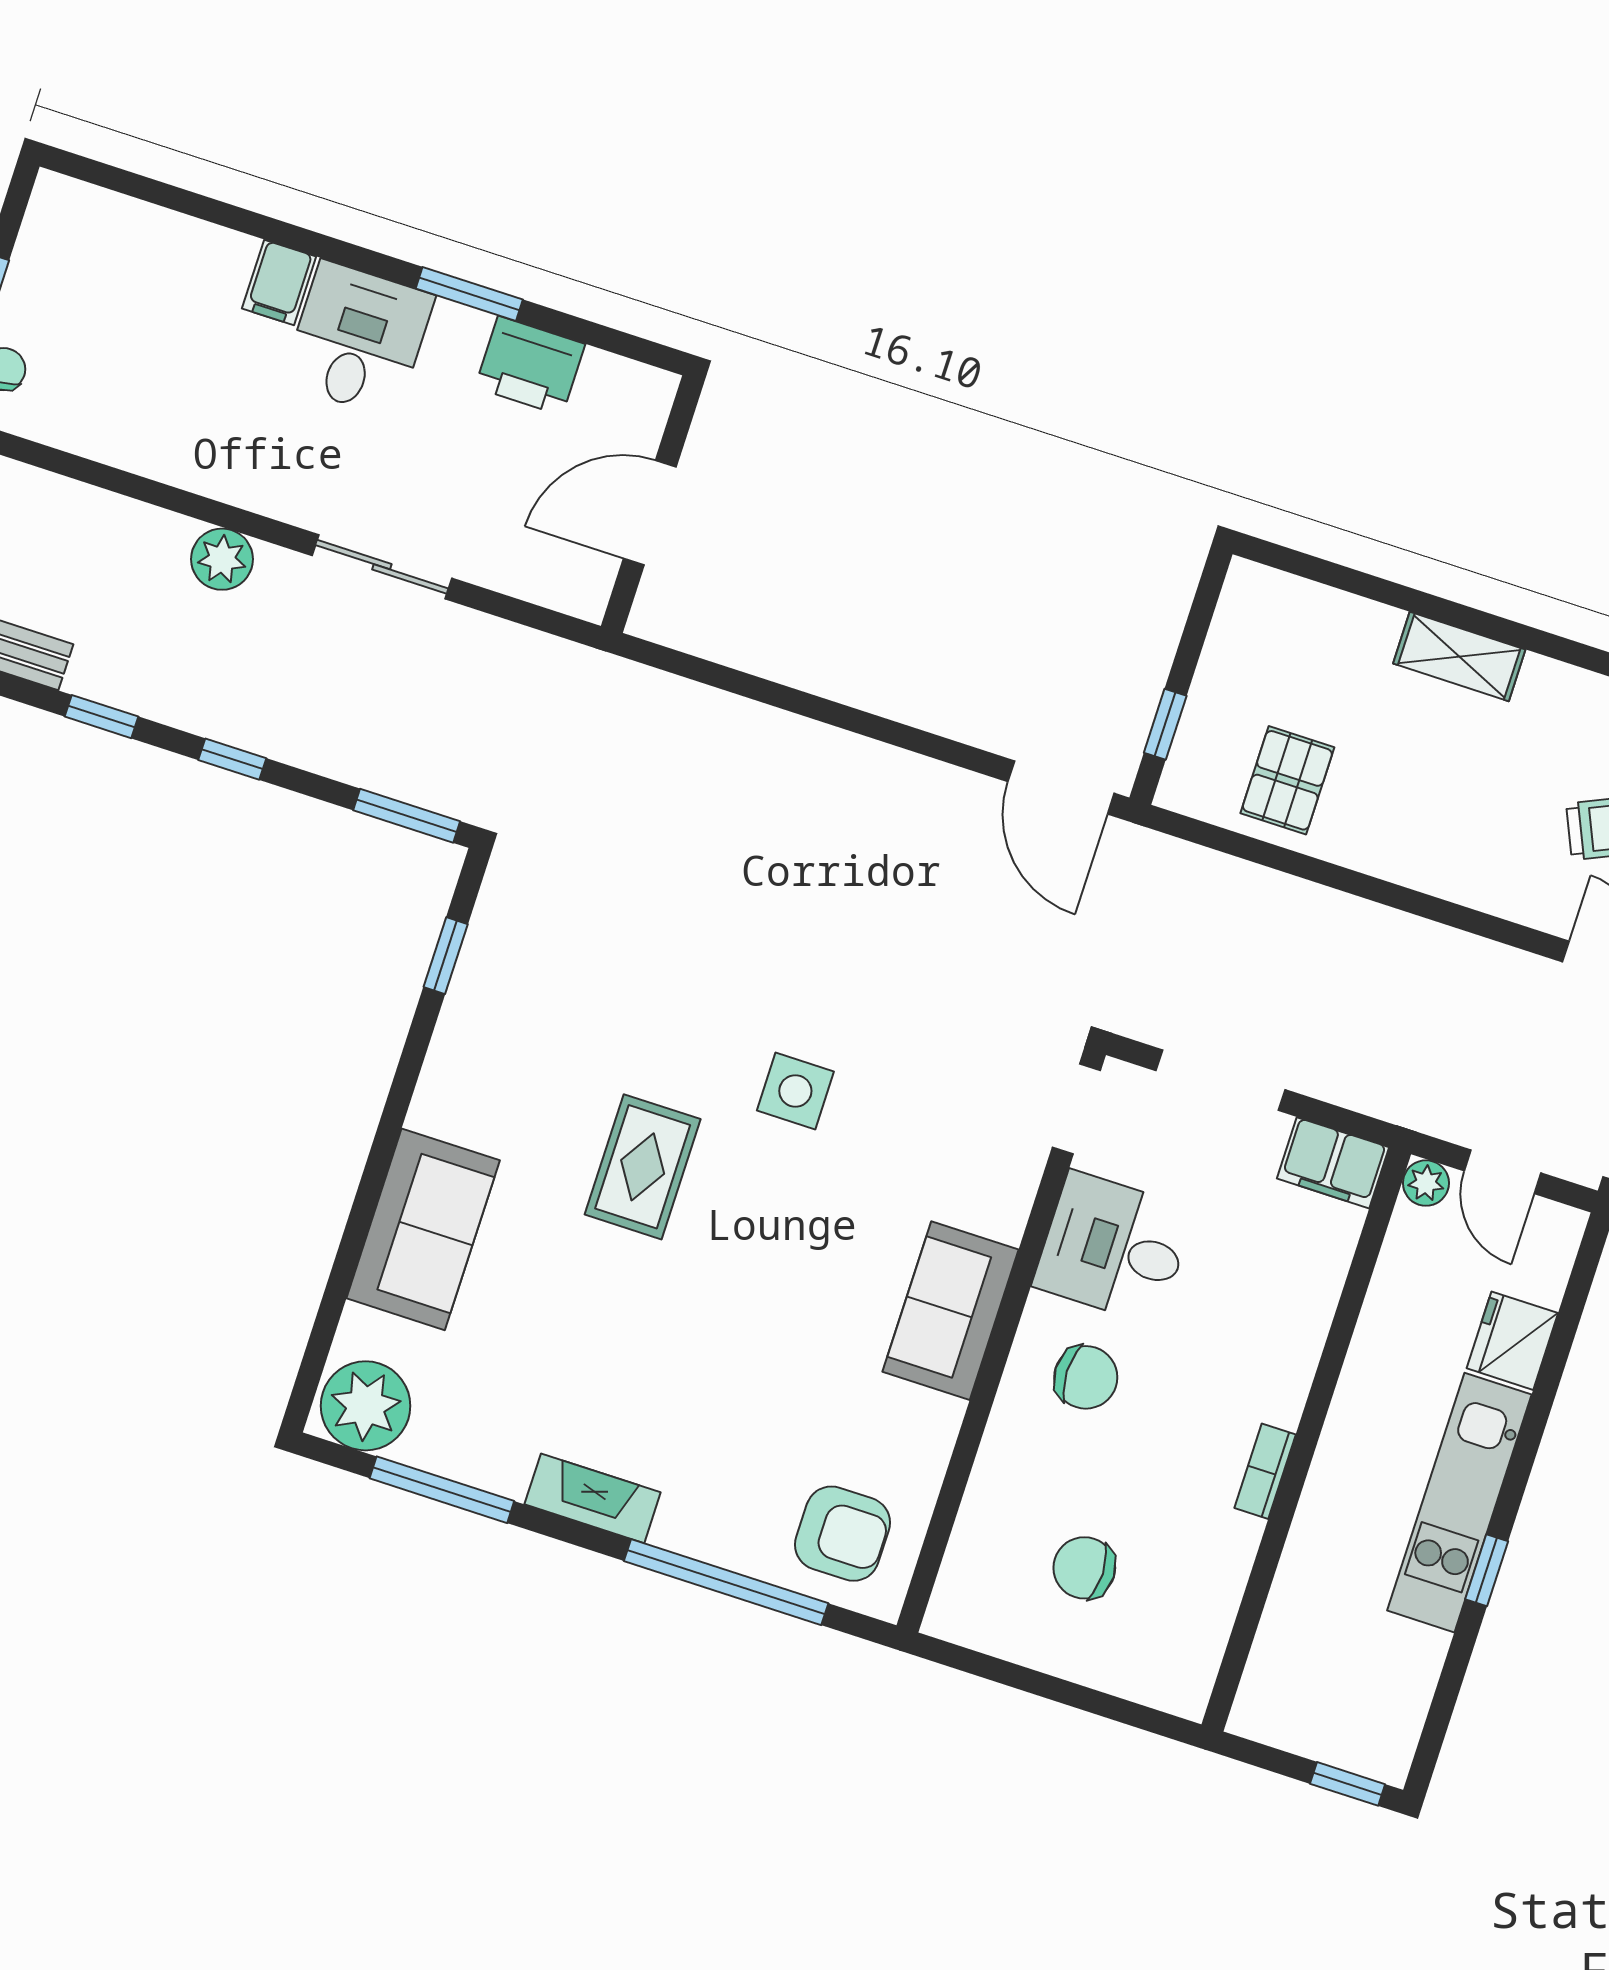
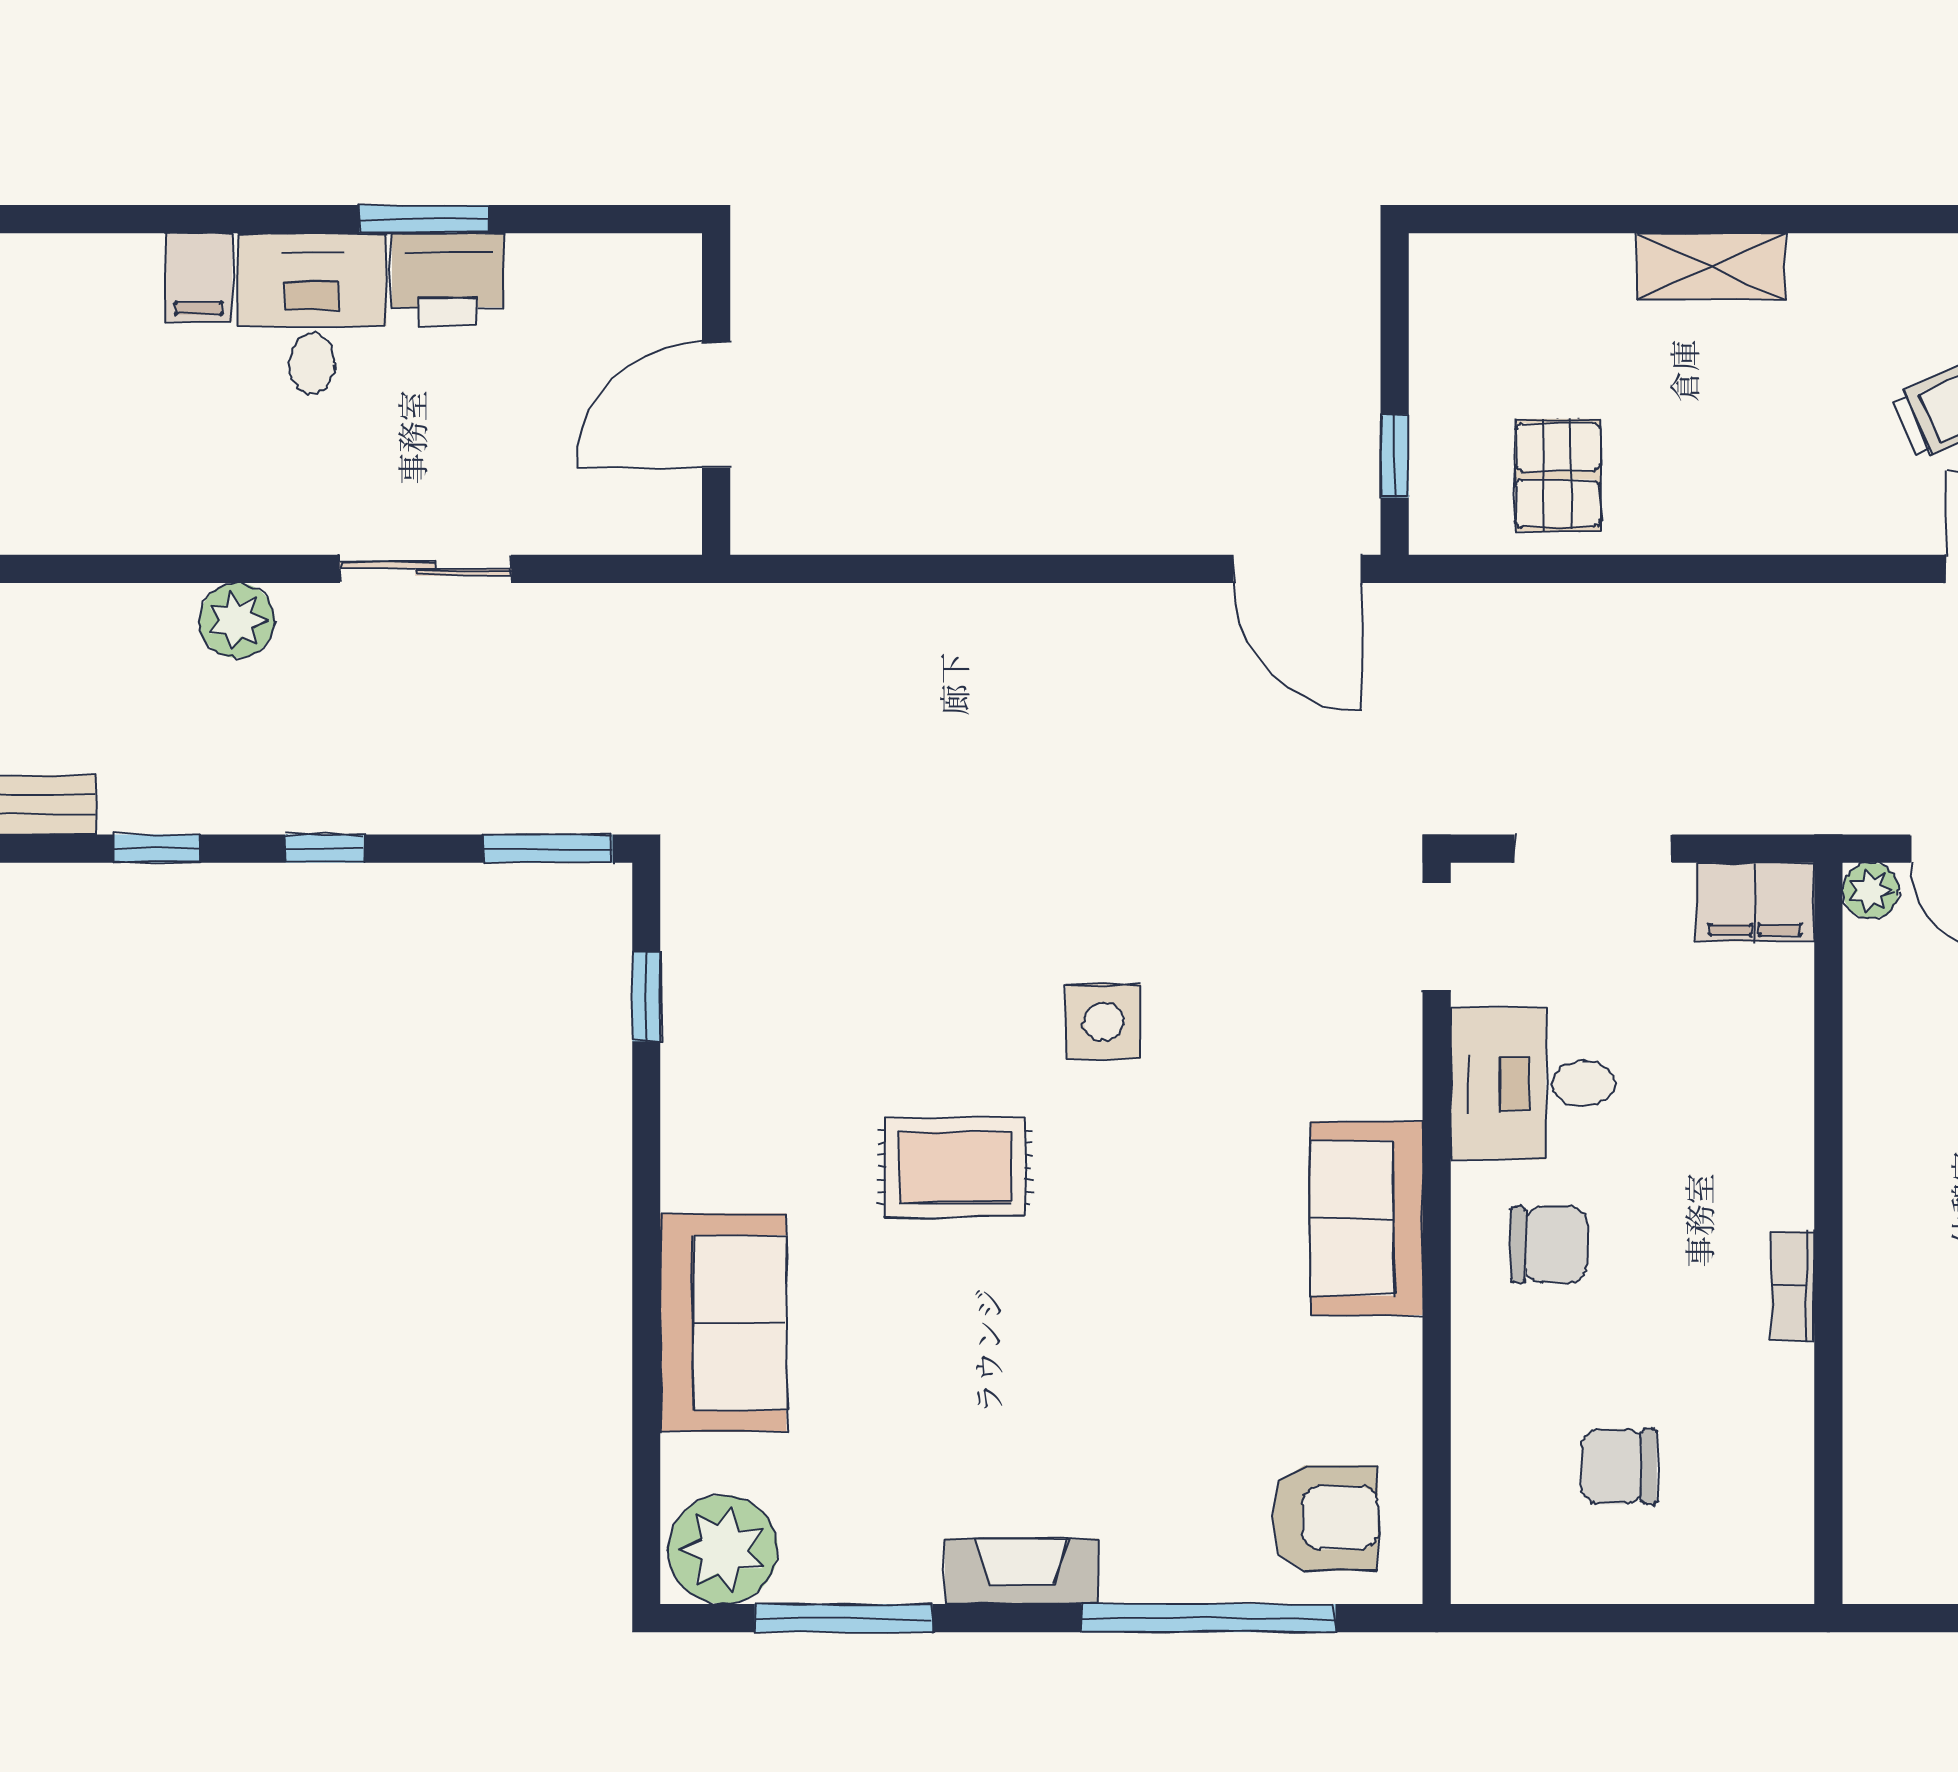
printer: (530, 366) -> (448, 279), moved
rug: (643, 1167) -> (955, 1167), turned 90

